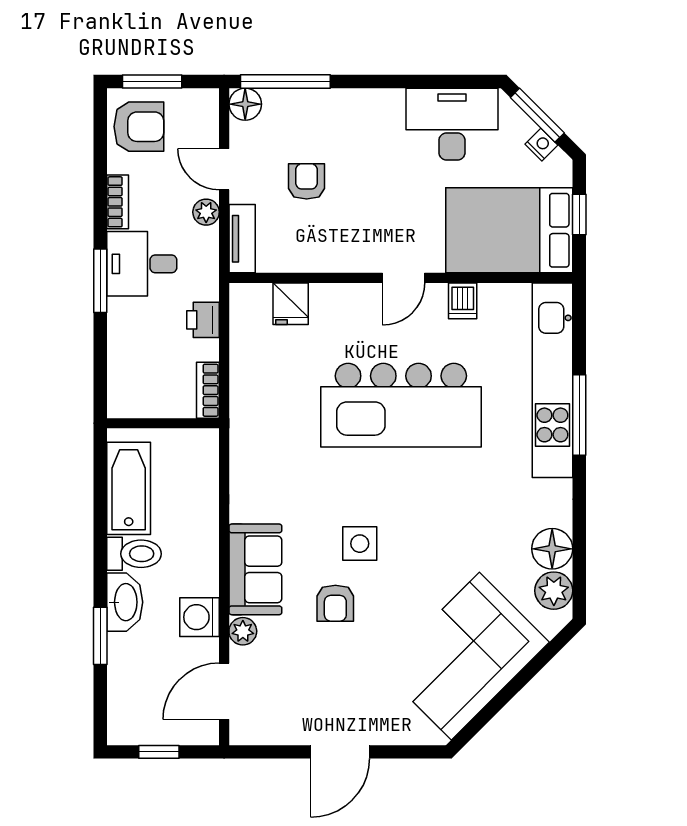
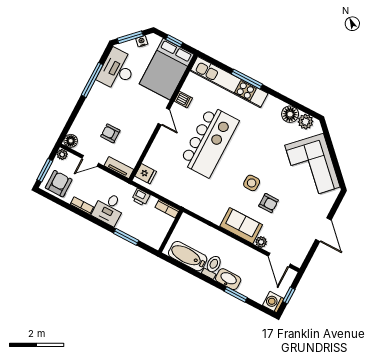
window: (285, 81) -> (92, 80), moved
plant: (206, 212) -> (62, 154), moved
window: (100, 281) -> (126, 237), moved
fridge: (291, 304) -> (146, 174), moved
washing machine: (200, 617) -> (273, 302), moved, turned 90

